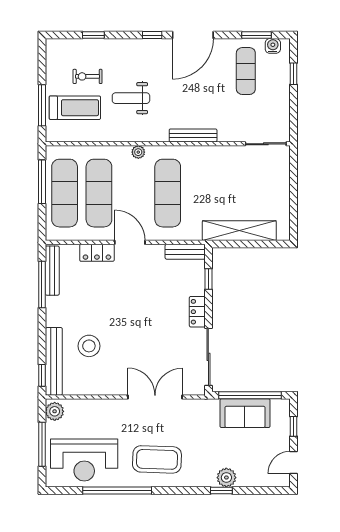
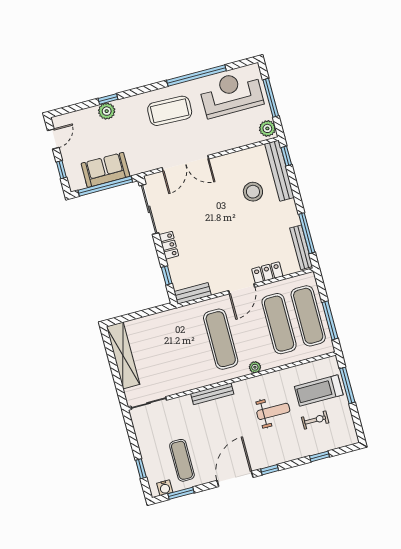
shelving: (239, 231) -> (123, 355), moved, turned 90
door: (130, 242) -> (242, 289), hinge flipped

